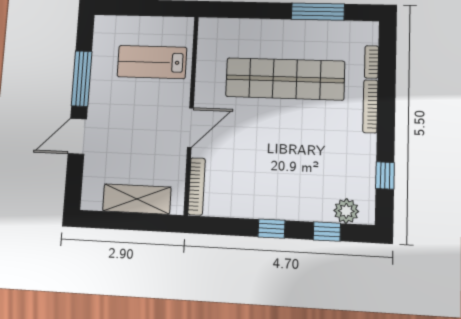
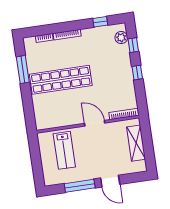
shop shelf: (285, 79) -> (61, 80), turned 90

